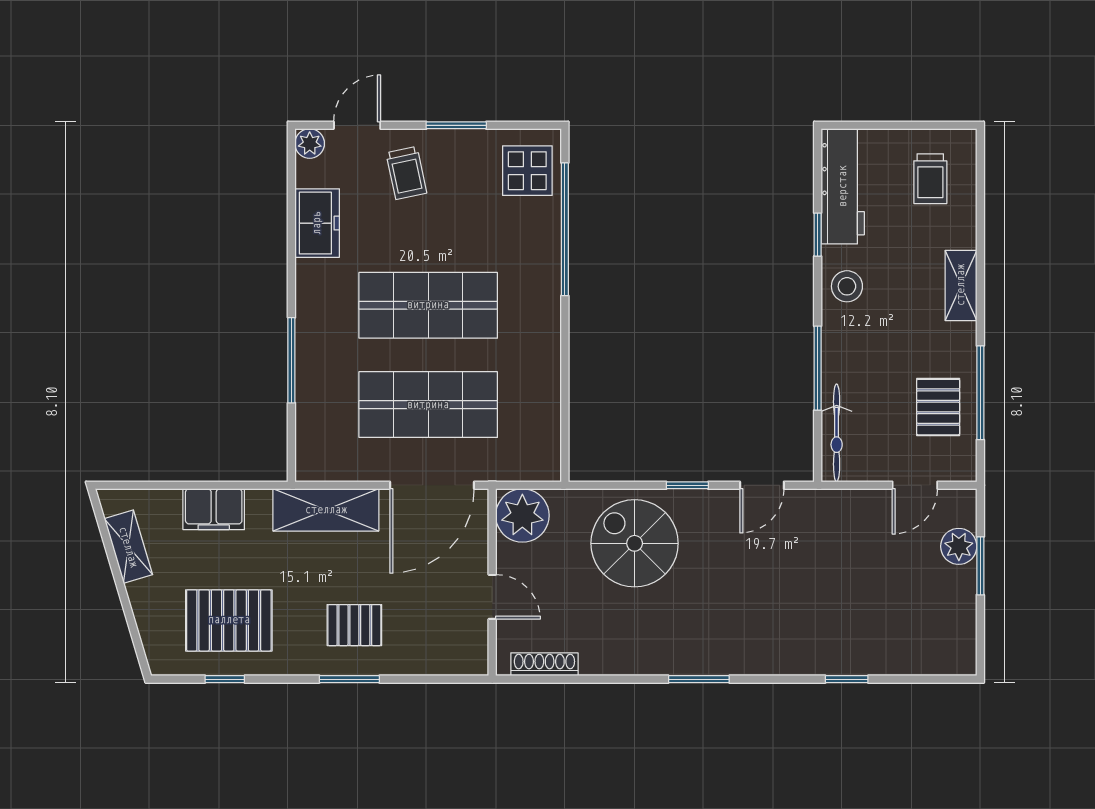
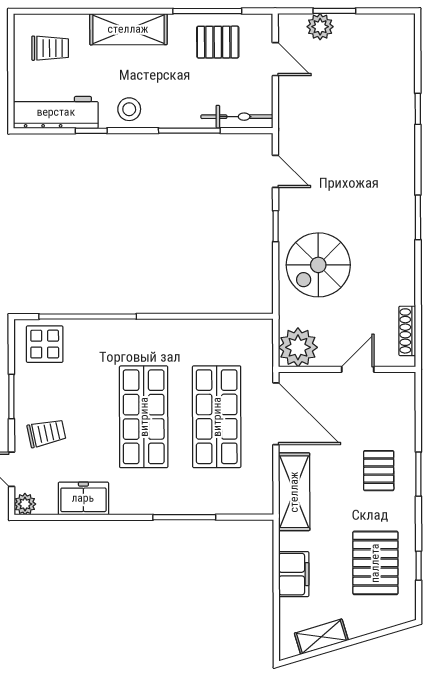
shelving: (961, 285) -> (128, 29), width x1.50, depth x1.33

